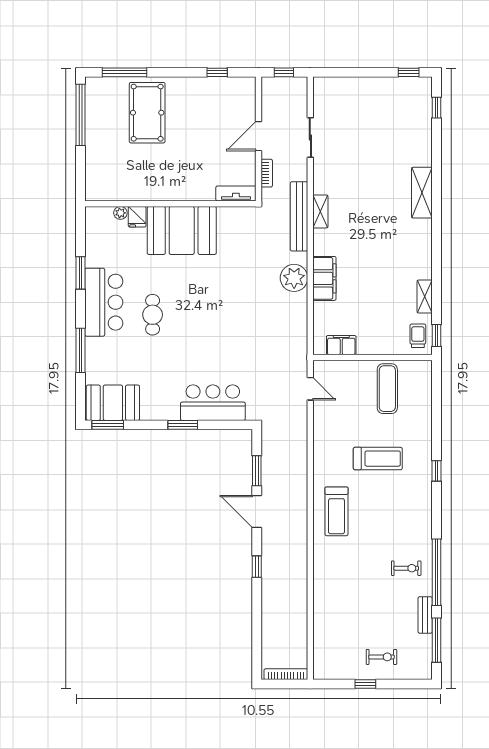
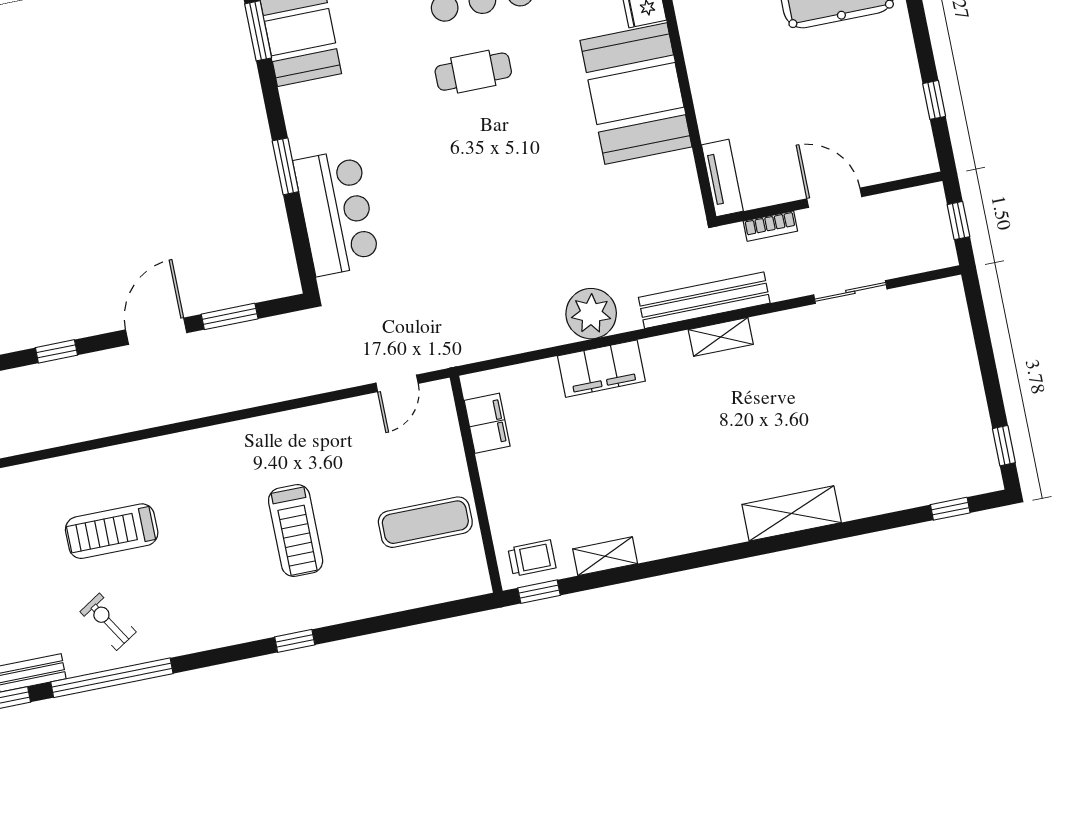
treadmill: (337, 511) -> (112, 531), moved
exercise bike: (406, 568) -> (108, 622), turned 148

